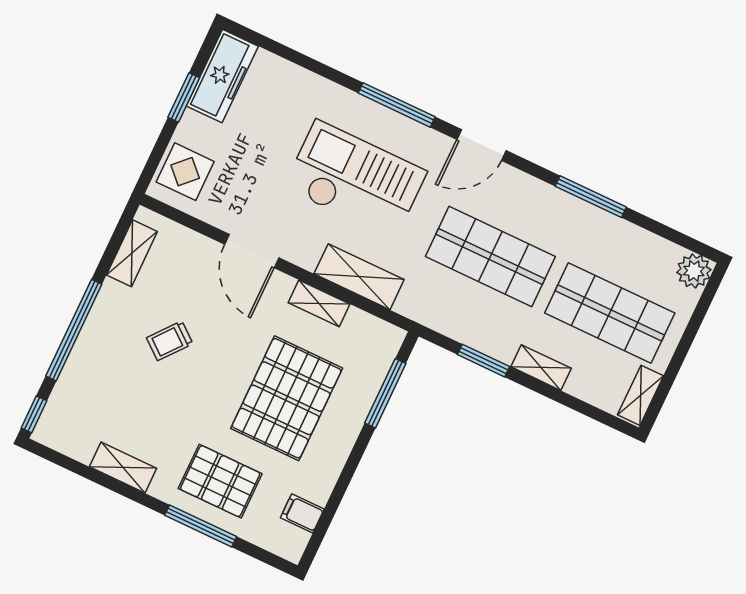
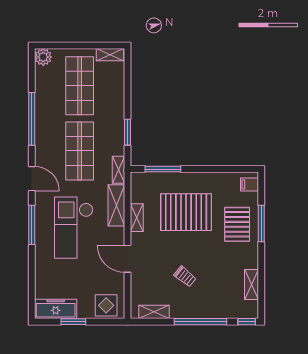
window: (591, 197) -> (32, 119), width x1.46
door: (252, 251) -> (128, 259), swing flipped
shelving: (541, 368) -> (119, 170), moved
shelving: (123, 467) -> (252, 285), moved
filing cabinet: (302, 513) -> (250, 184), moved, turned 90

